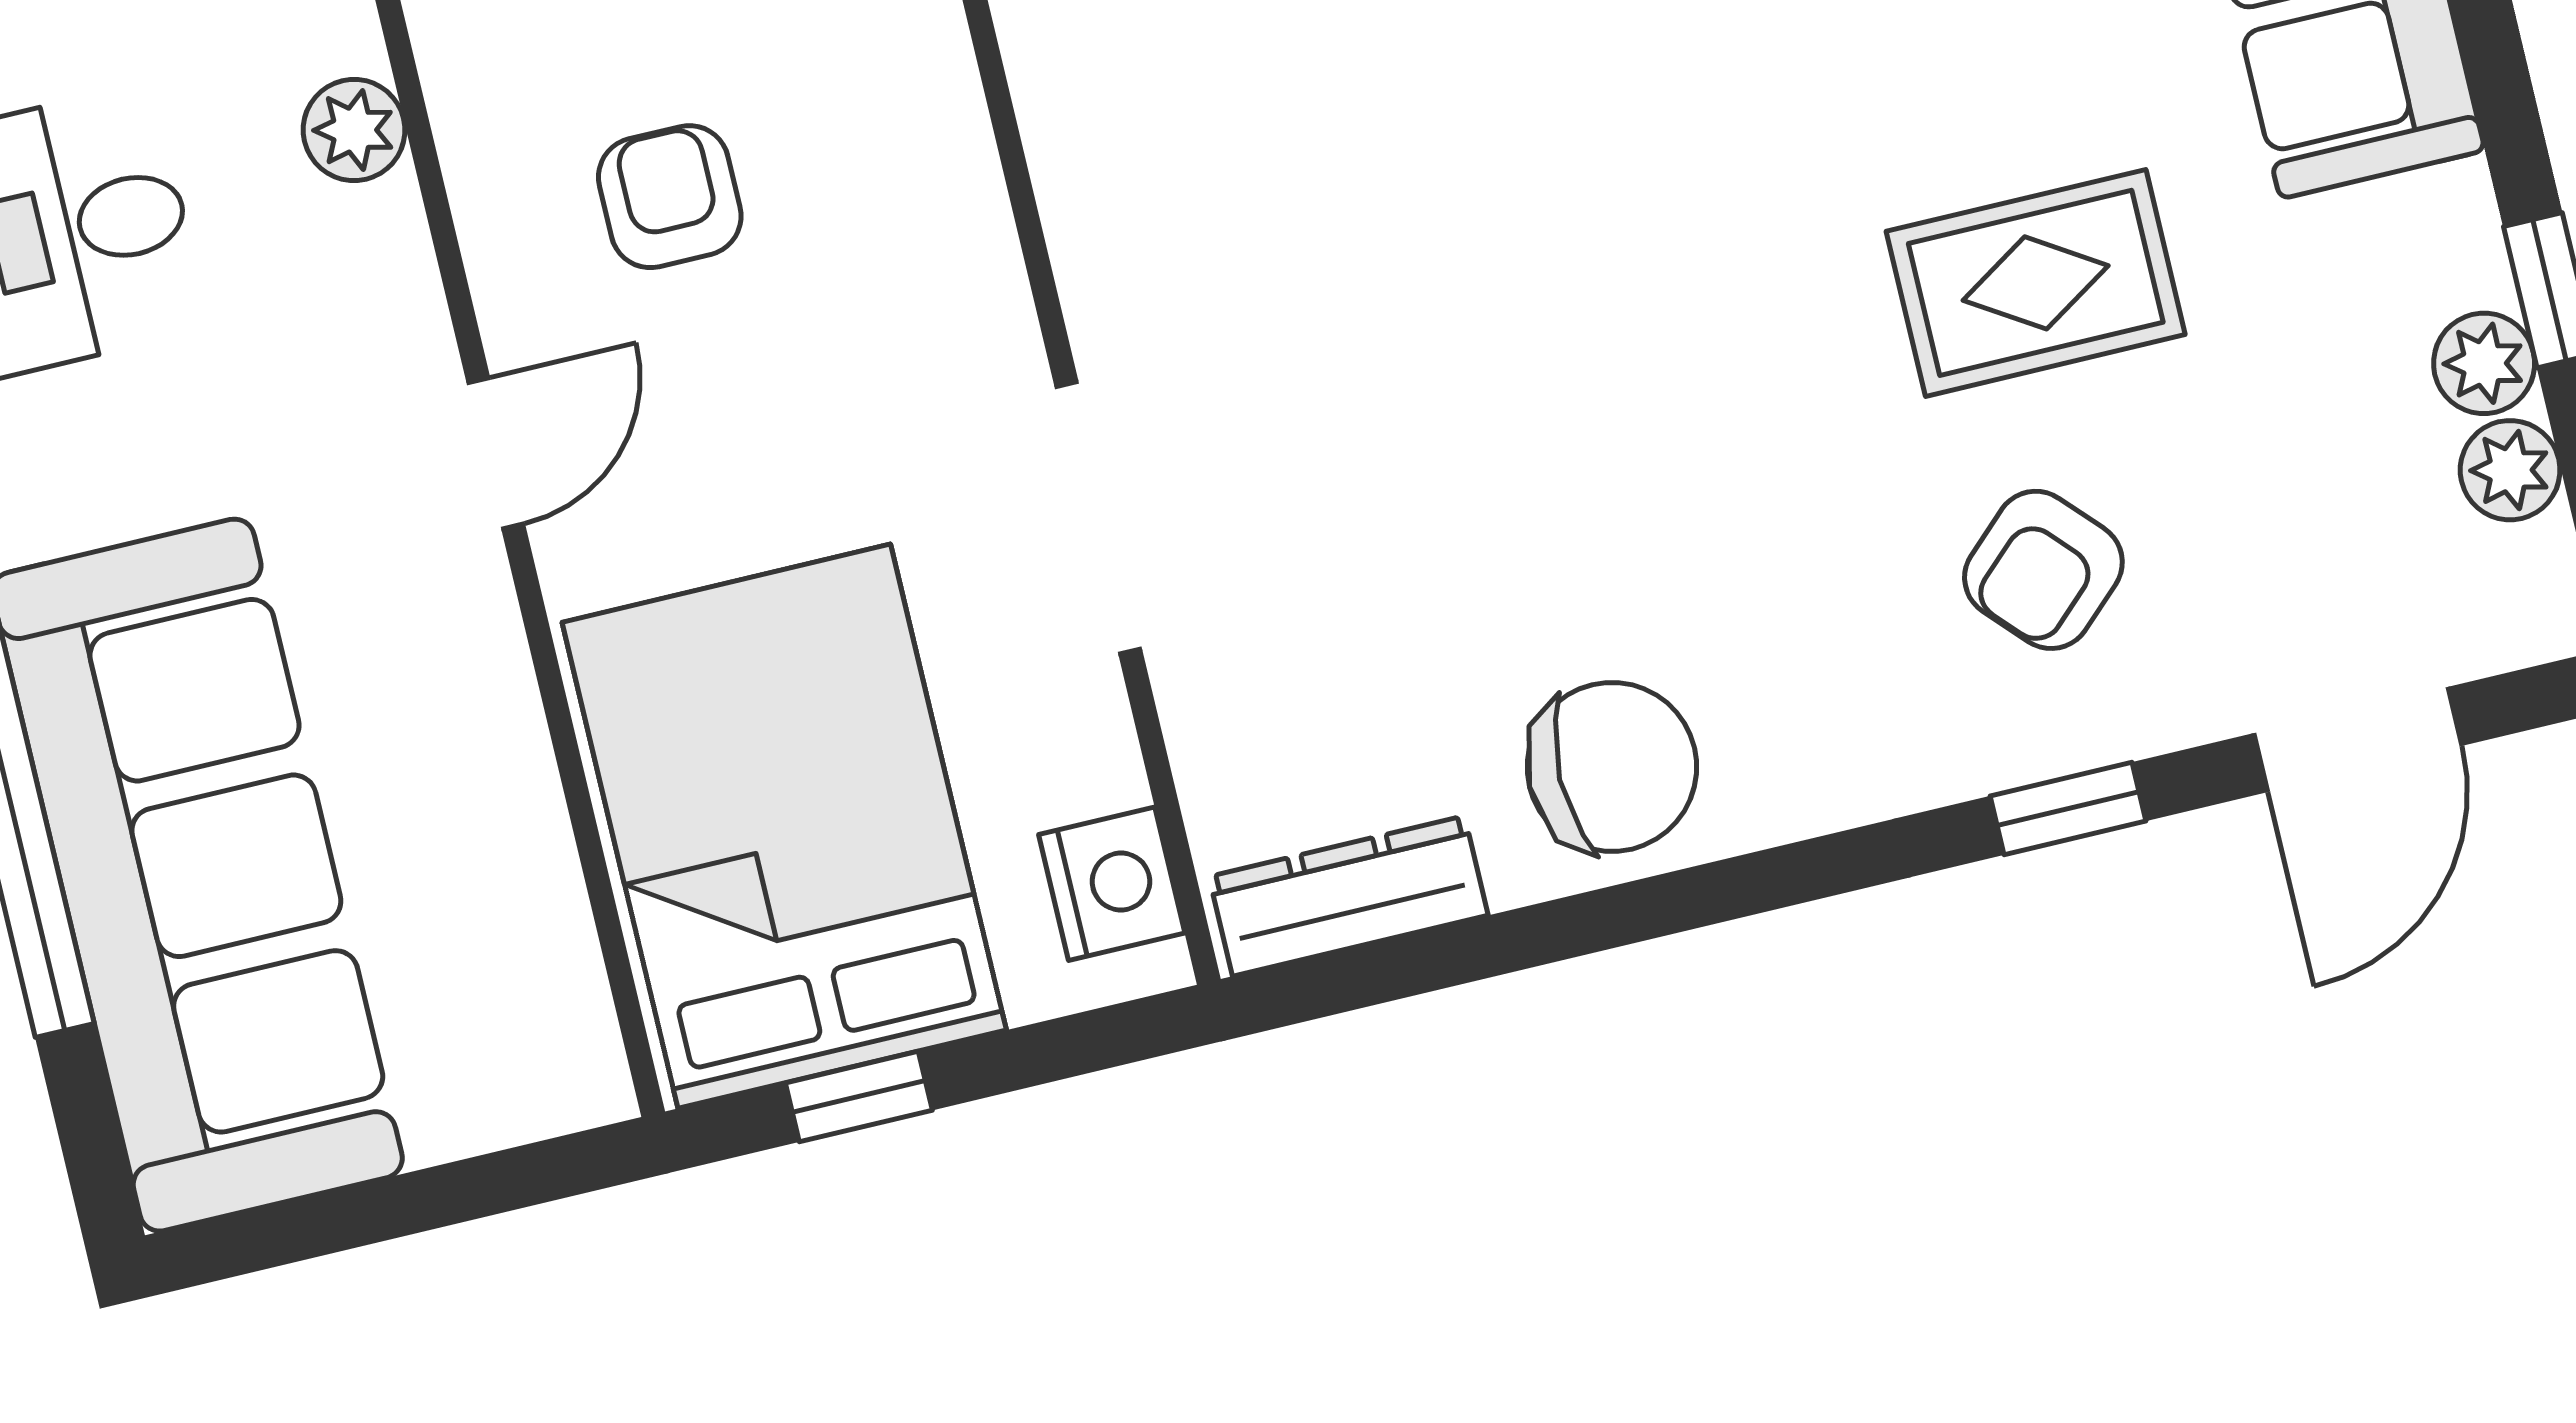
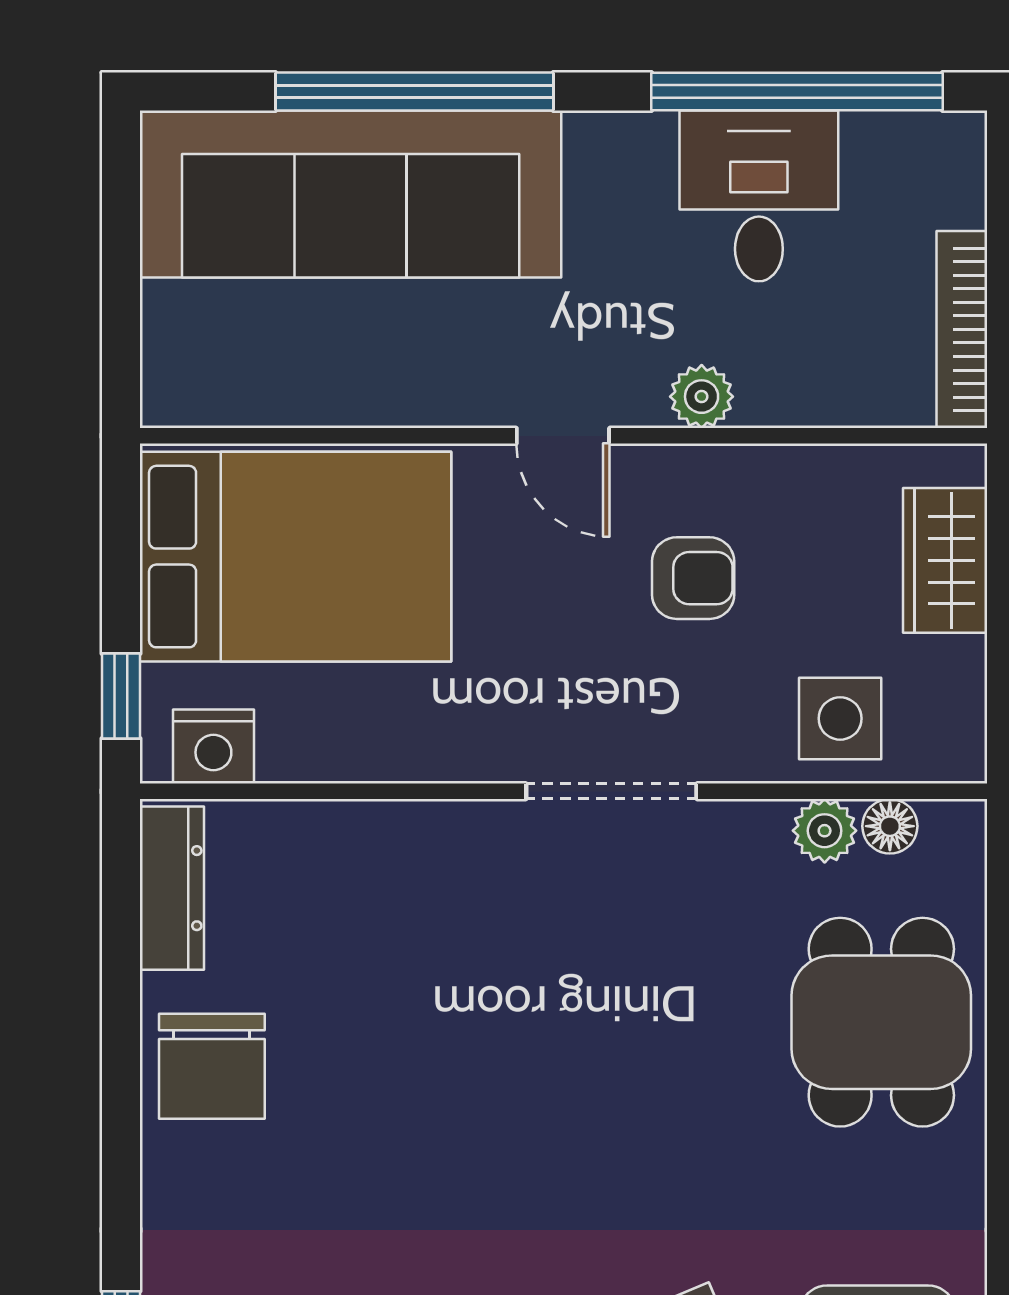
plant: (354, 130) -> (702, 397), moved
doorway: (1098, 518) -> (611, 791), moved
window: (859, 1097) -> (121, 696), moved

